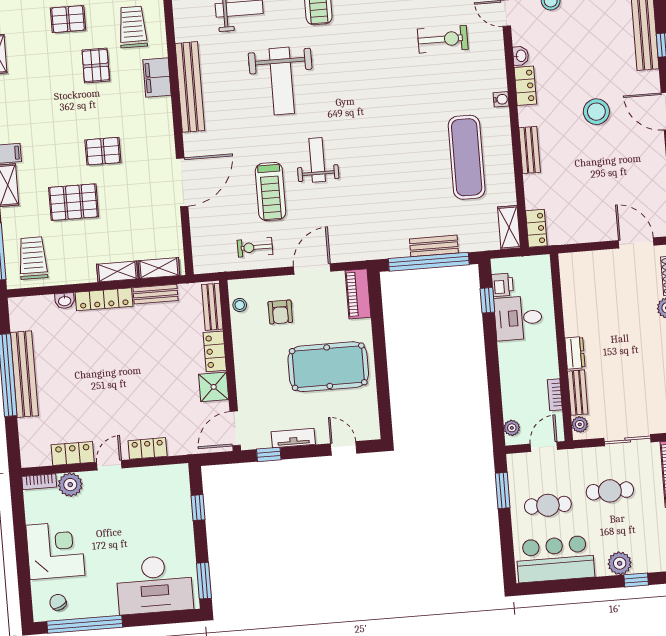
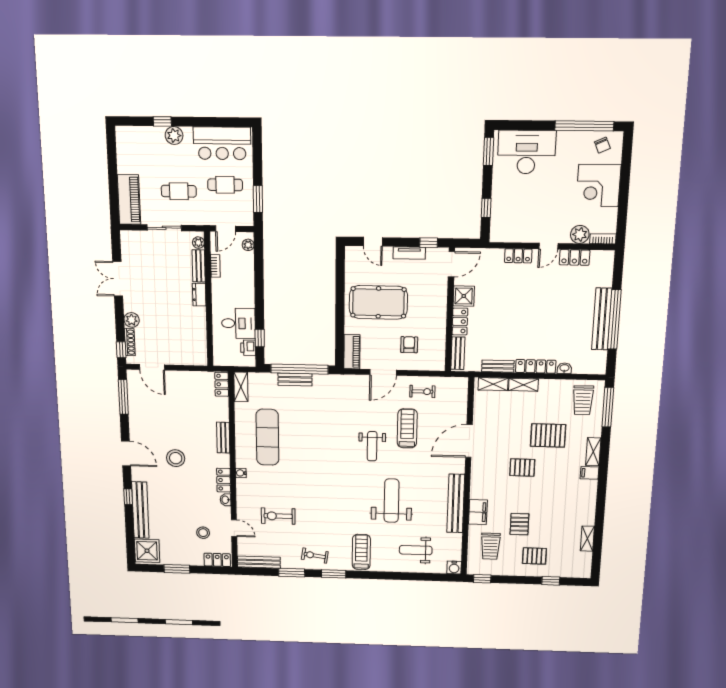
stool: (240, 305) -> (438, 353), removed

